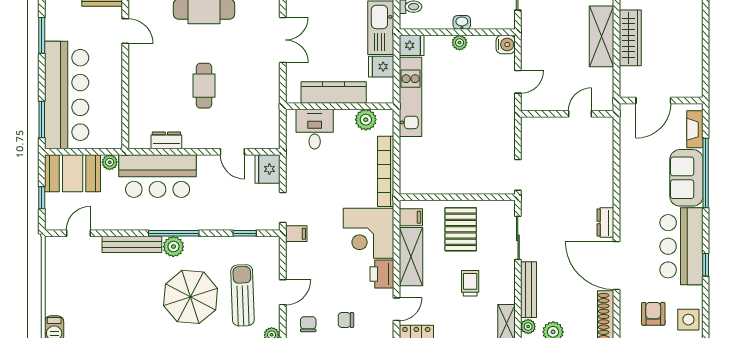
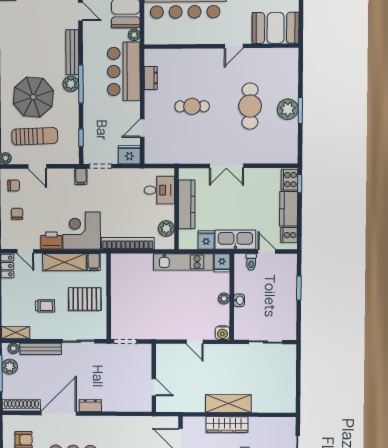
wall: (567, 114) -> (154, 378), moved
door: (580, 114) -> (154, 387), moved

